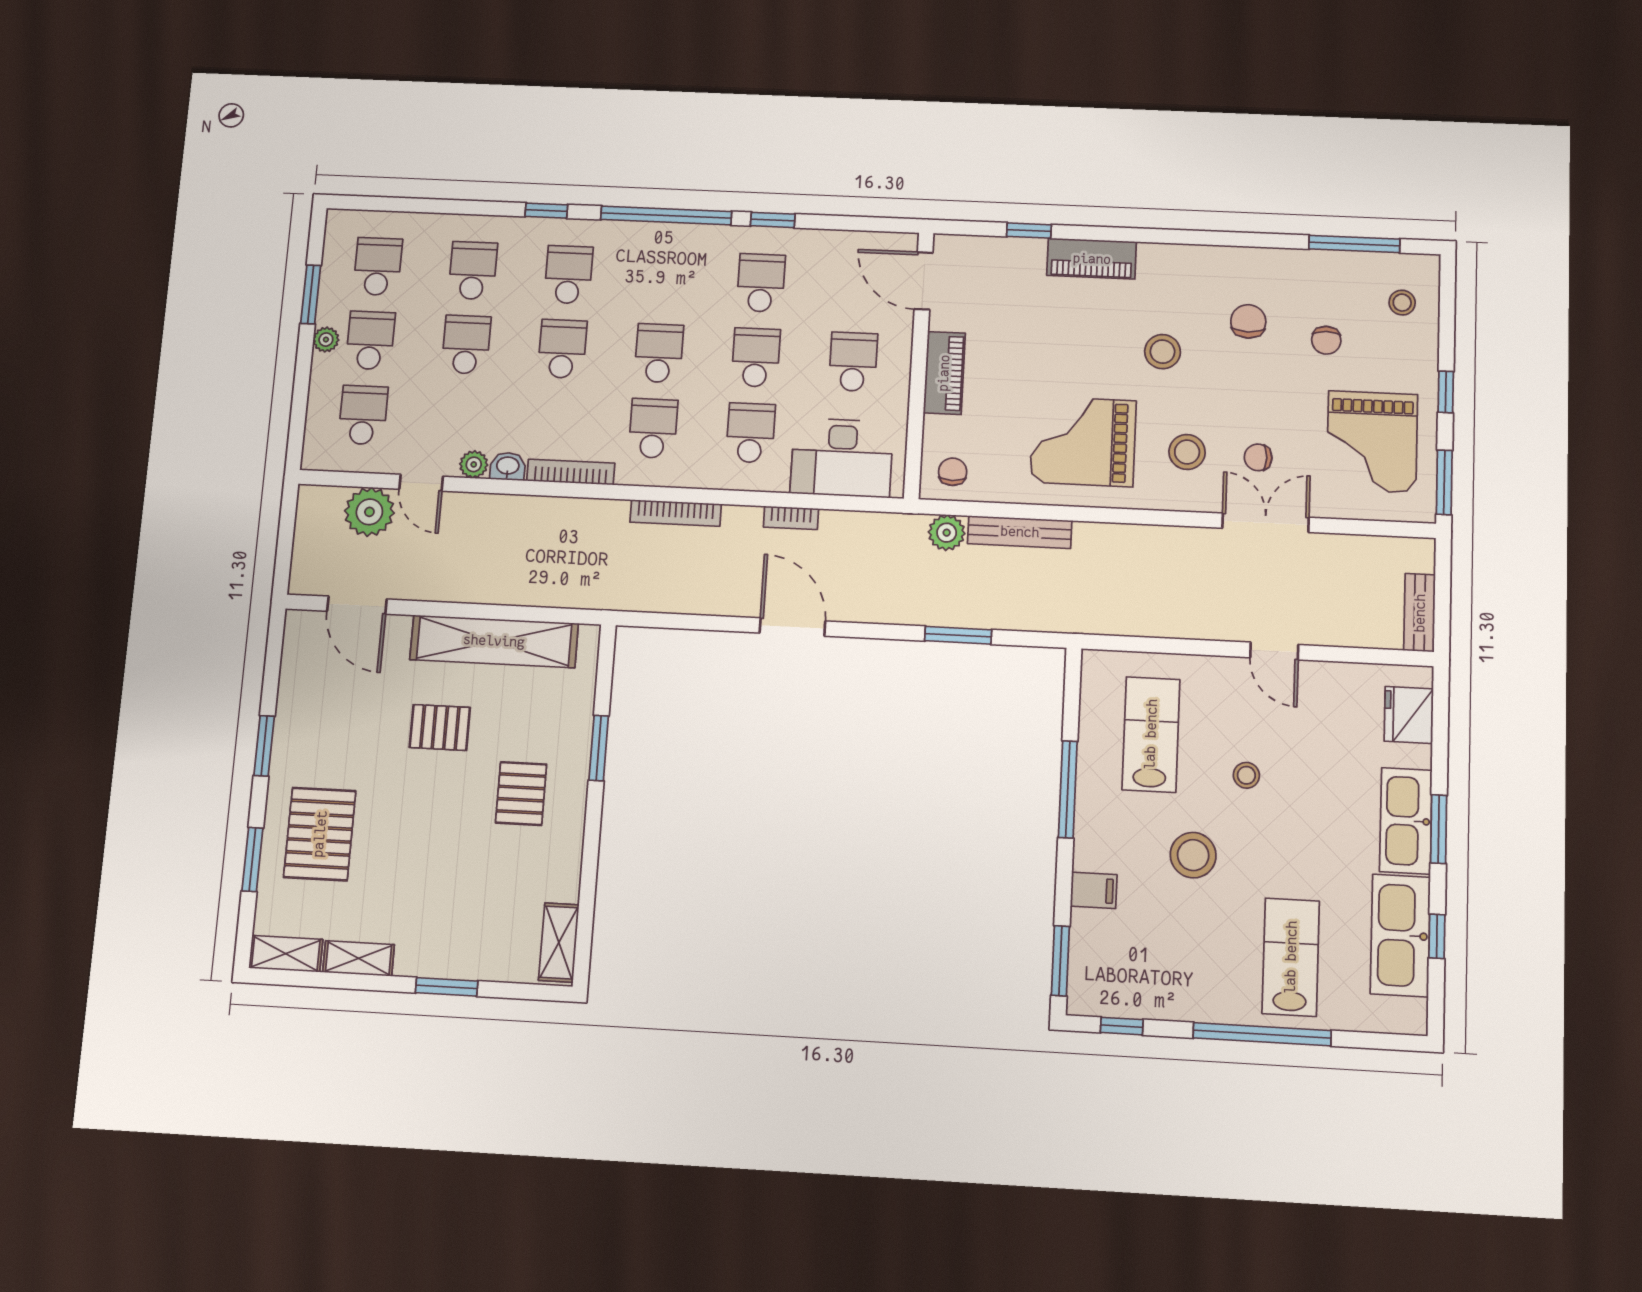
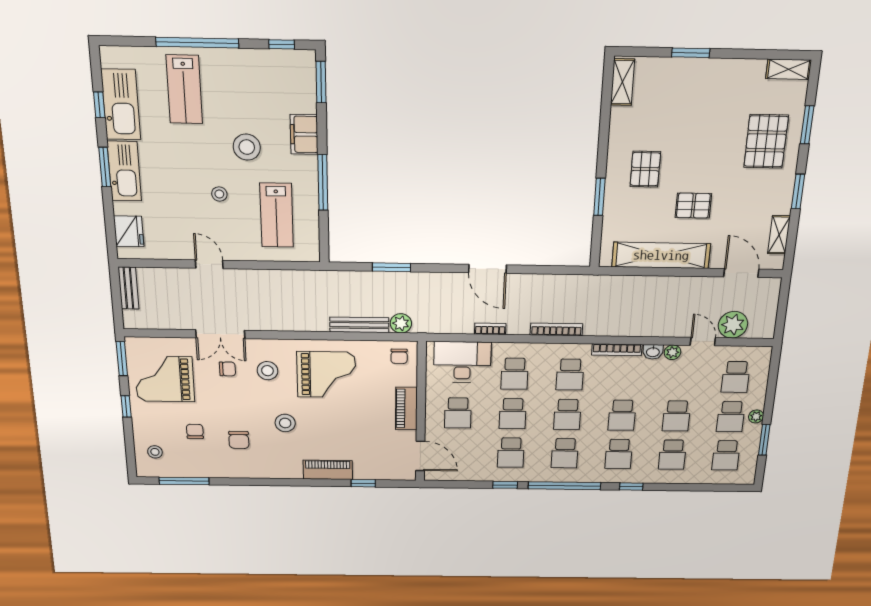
school desk: (664, 279) -> (565, 453), added
grand piano: (1372, 442) -> (164, 379), turned -90
filing cabinet: (1094, 890) -> (304, 134), width x2.00
shelving: (359, 958) -> (779, 235), moved, turned 90

